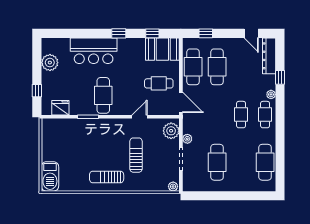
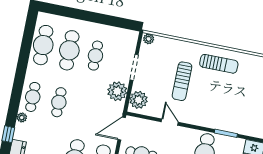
door: (181, 102) -> (122, 129), hinge flipped
door: (139, 117) -> (170, 122), swing flipped
plant: (187, 139) -> (117, 91), width x1.88, depth x1.88
cafe table: (217, 162) -> (95, 56), width x0.73, depth x0.74
cafe table: (241, 162) -> (69, 50), added

